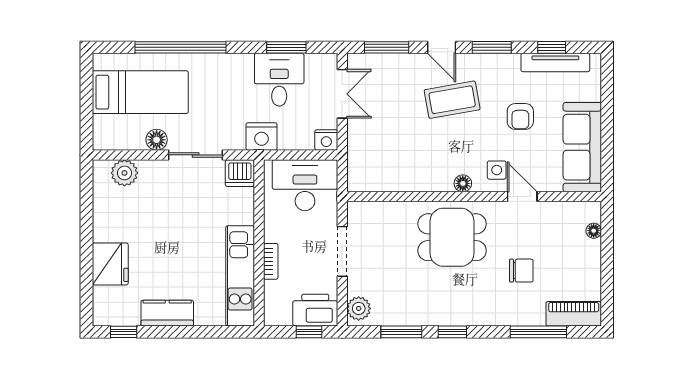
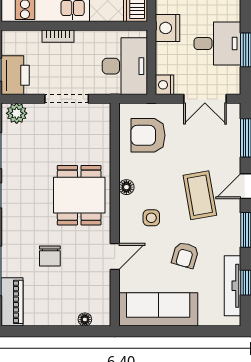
armchair: (520, 116) -> (185, 255), turned -74
armchair: (384, 159) -> (148, 135), added
side table: (497, 170) -> (151, 218), moved
floor lamp: (463, 183) -> (126, 187), moved

